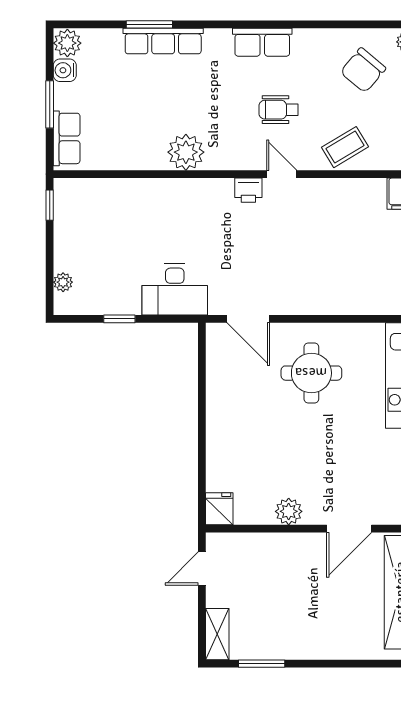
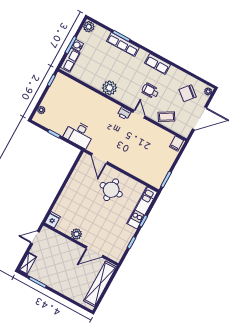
water cooler: (65, 70) -> (77, 45), moved

